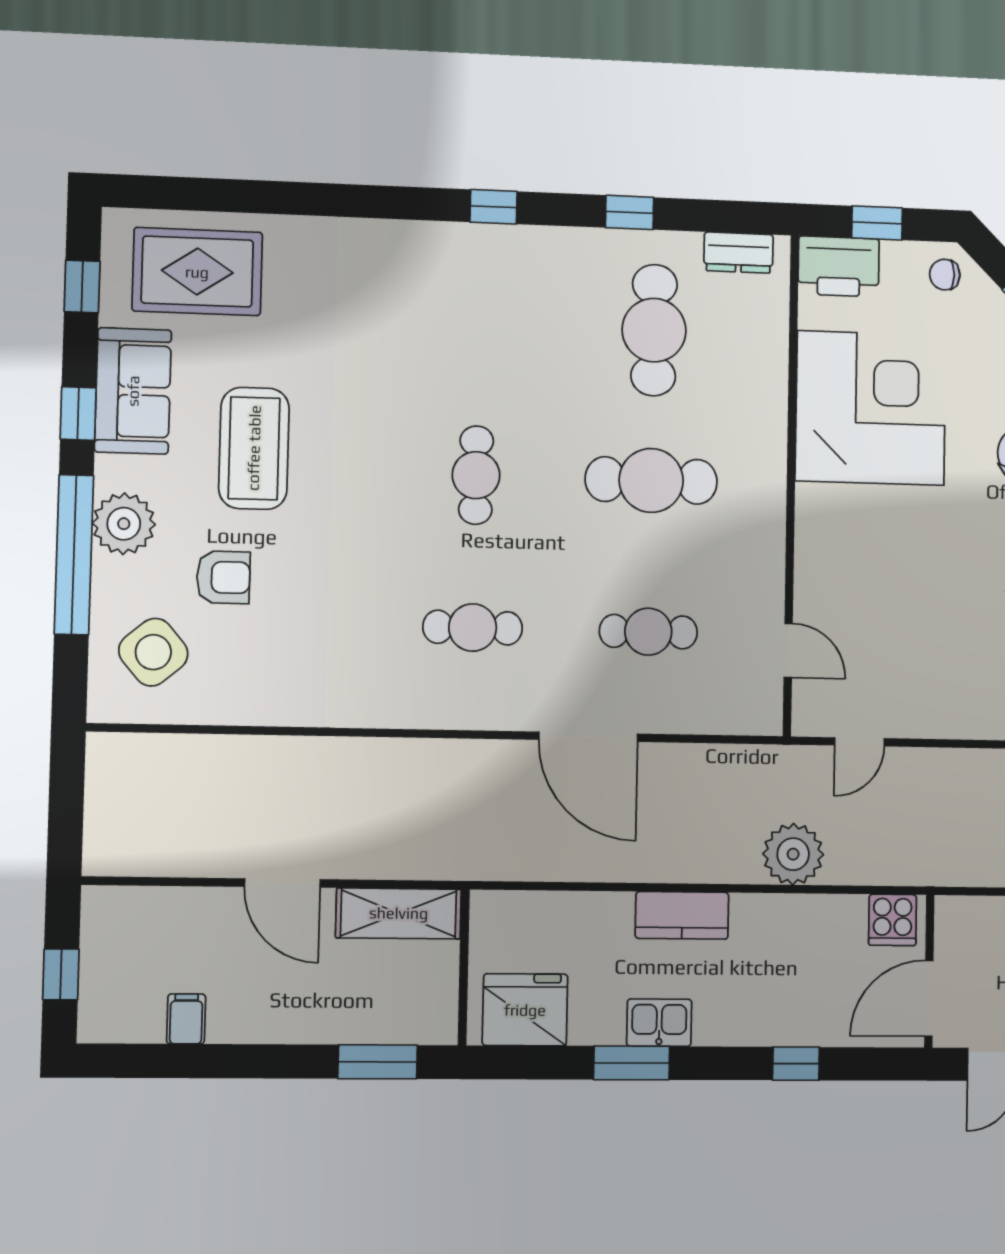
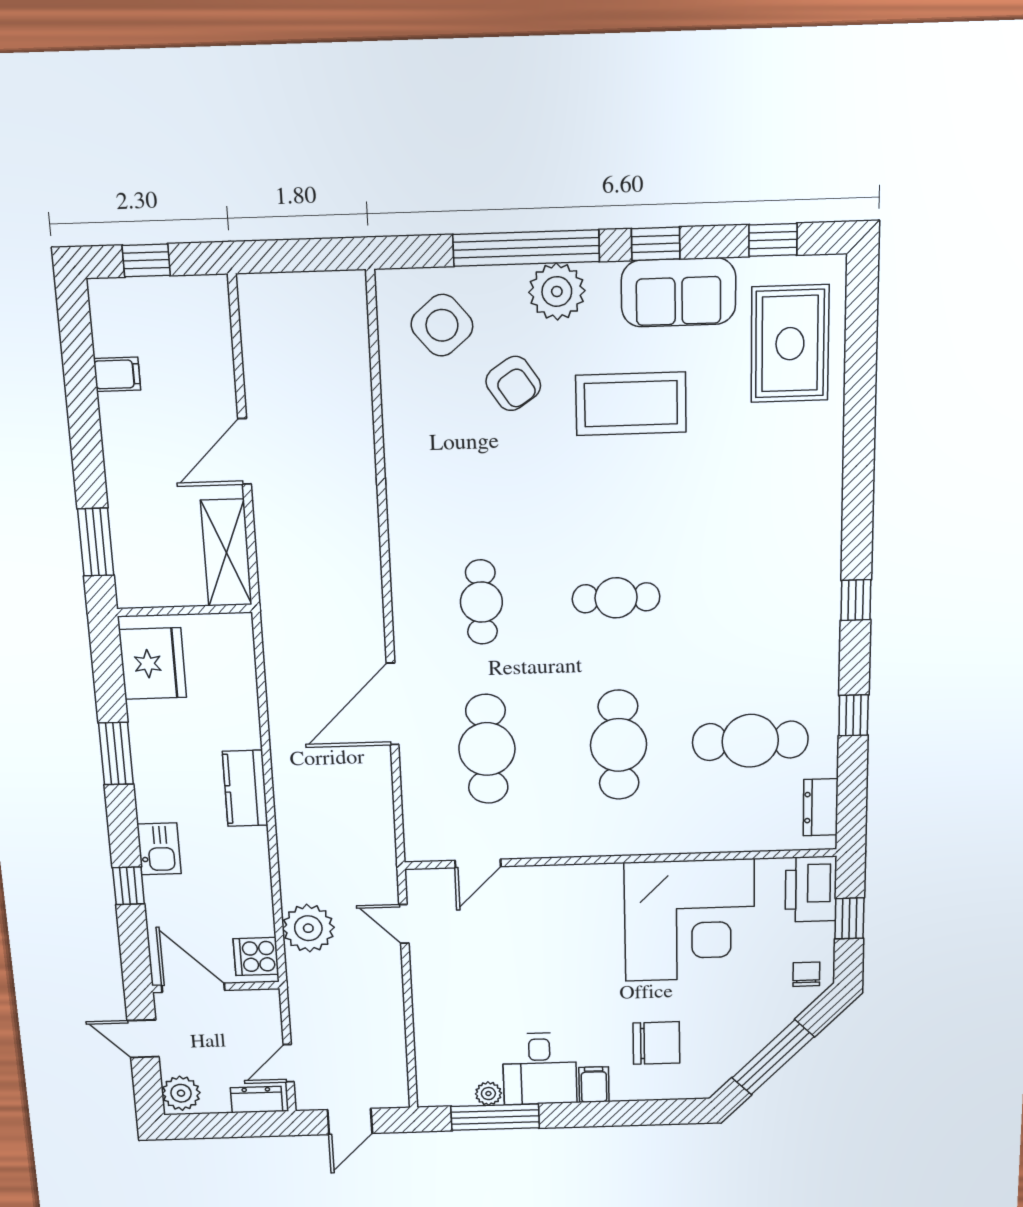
armchair: (223, 577) -> (513, 383), turned -34
cafe table: (648, 632) -> (487, 749), width x1.37, depth x1.35
plant: (793, 854) -> (308, 928), moved
kitchen sink: (659, 1023) -> (159, 849), moved

